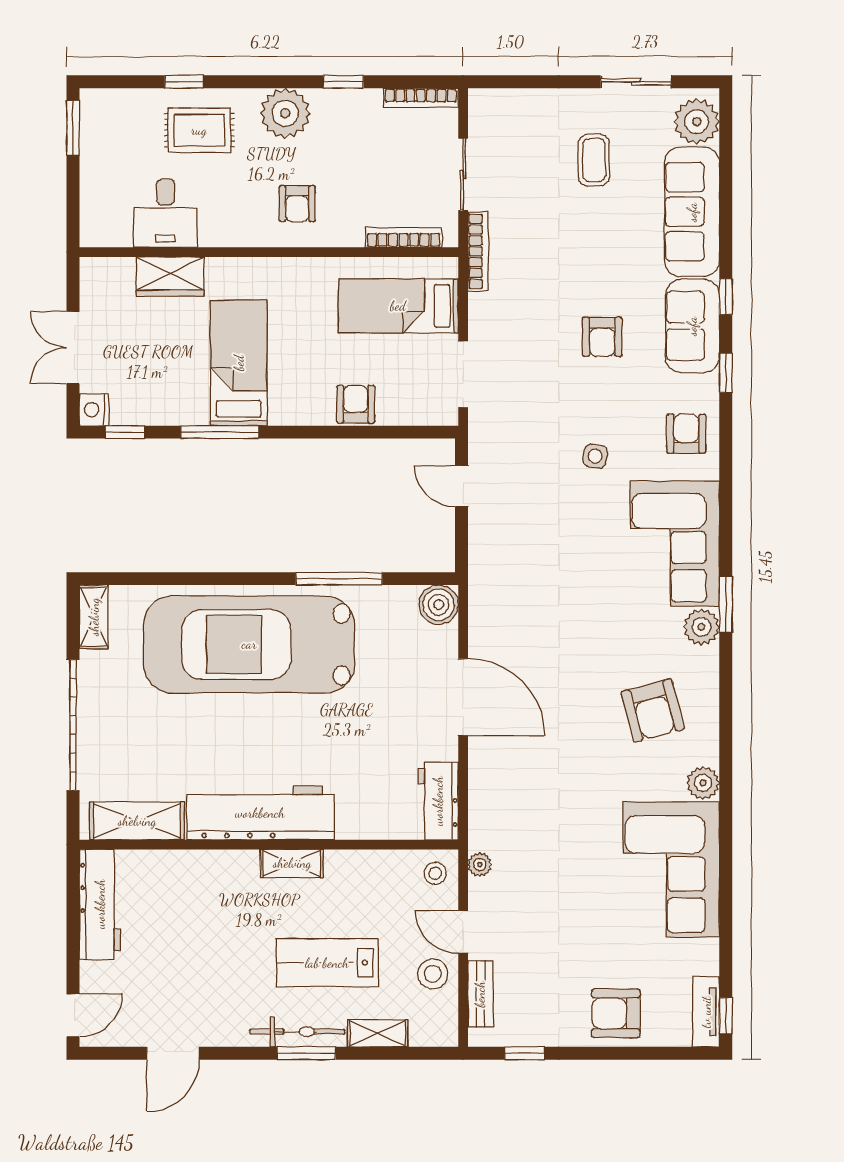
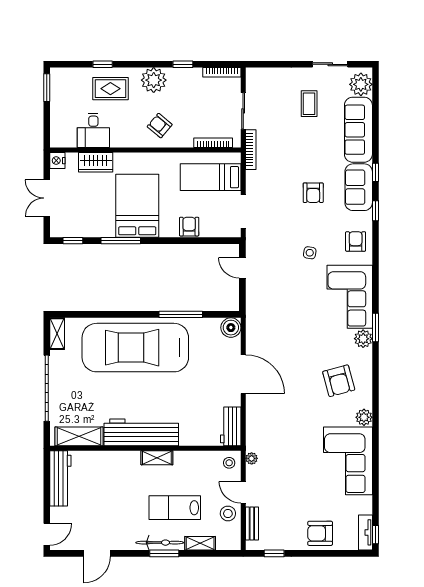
armchair: (297, 204) -> (160, 126), turned 130
bed: (239, 363) -> (137, 206), width x1.50
nightstand: (94, 410) -> (57, 161), moved

